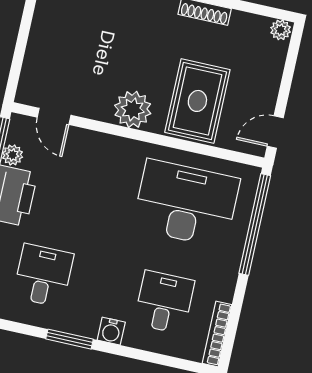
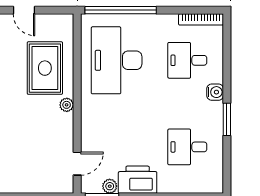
rug: (197, 101) -> (45, 68), turned 90
plant: (133, 109) -> (67, 105), width x0.53, depth x0.53
door: (275, 132) -> (24, 10), moved

